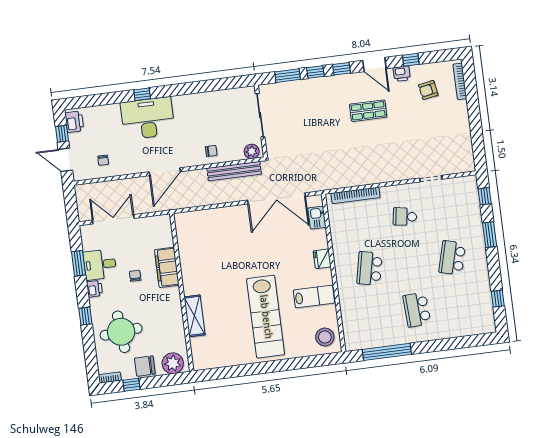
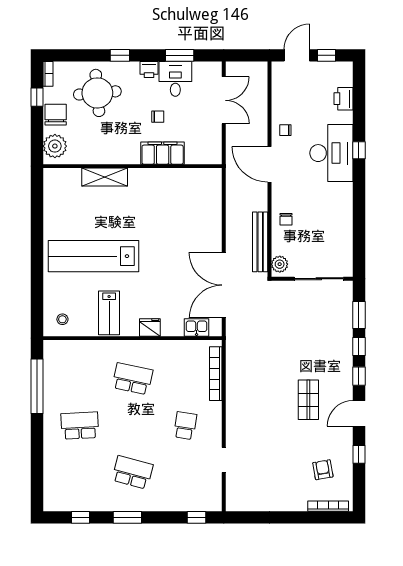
printer: (402, 74) -> (345, 442), removed
printer: (74, 122) -> (343, 99), moved, turned 90
chair: (103, 160) -> (285, 130), moved
window: (490, 235) -> (127, 517), moved
stool: (325, 337) -> (62, 319), width x0.53, depth x0.53

